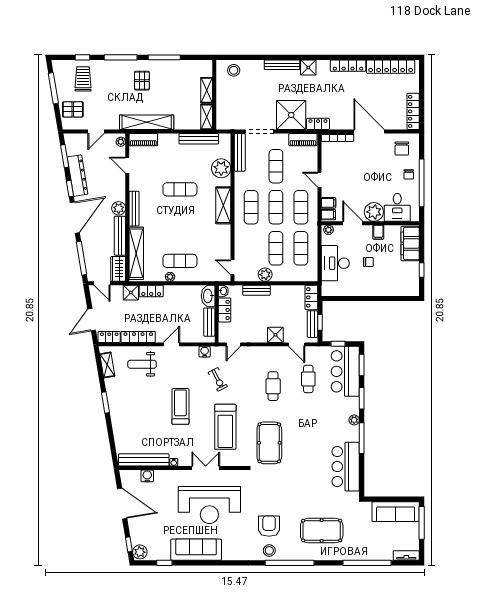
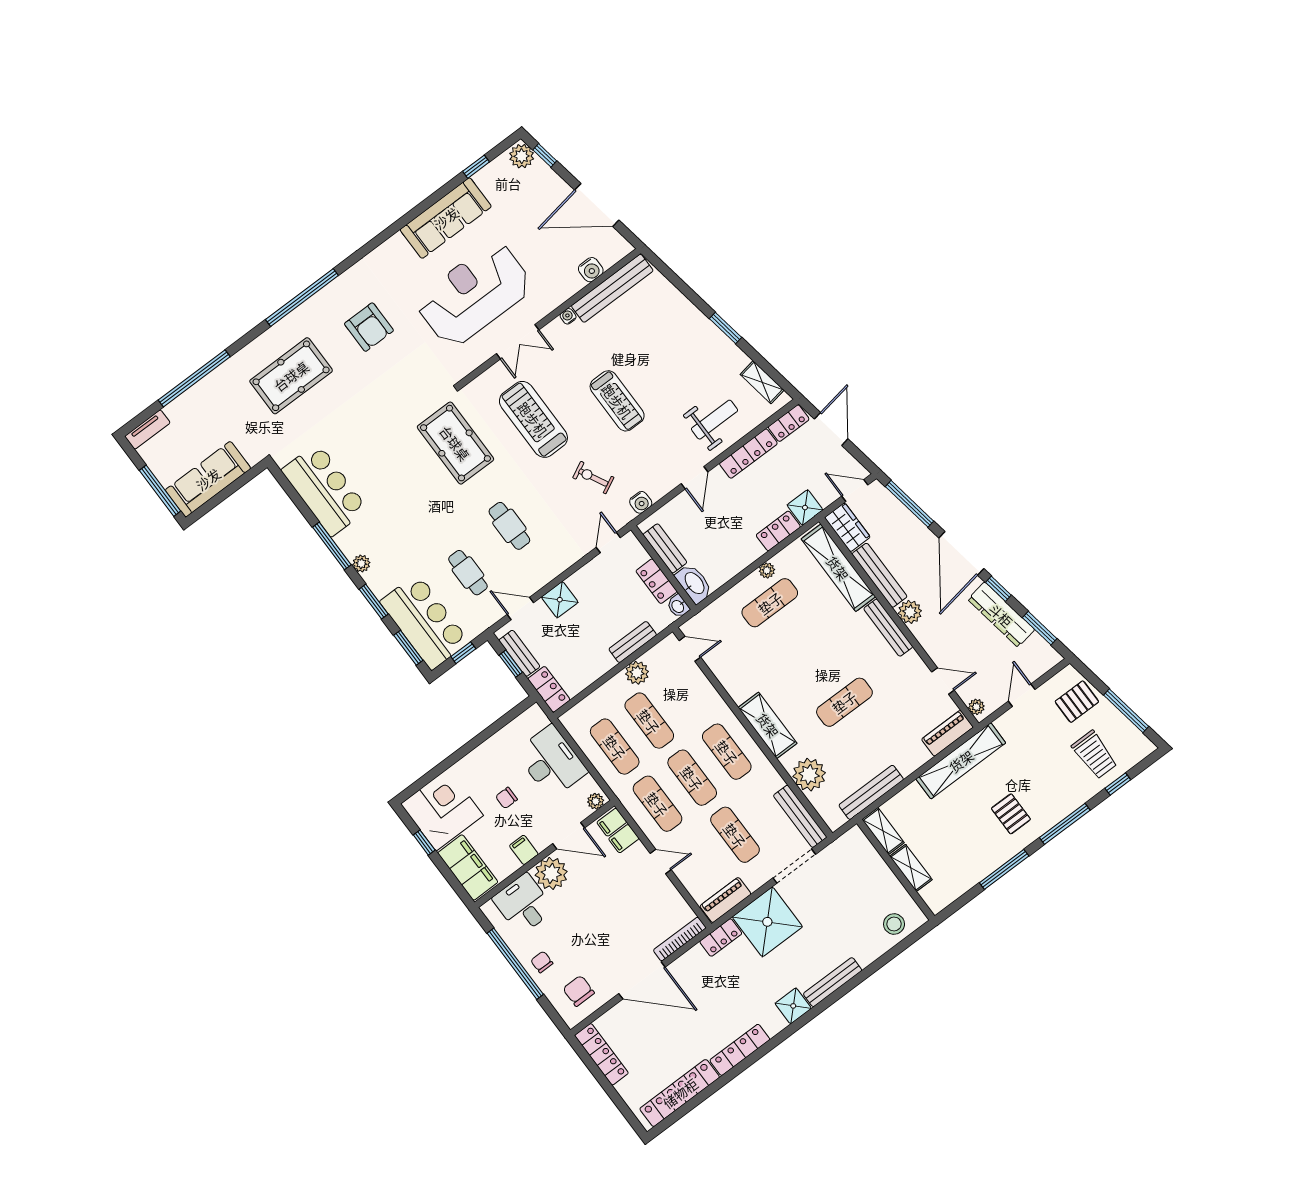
corner desk: (402, 279) -> (442, 810), added
stool: (269, 551) -> (343, 293), removed

